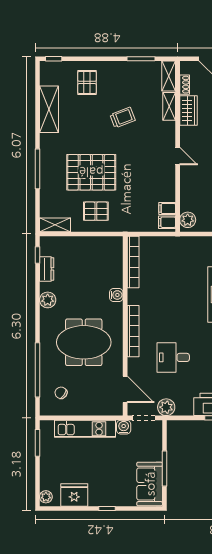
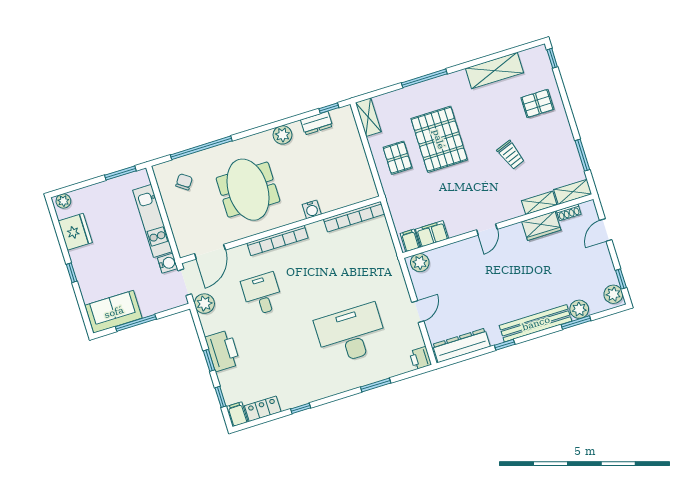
filing cabinet: (167, 209) -> (432, 234), width x2.00

